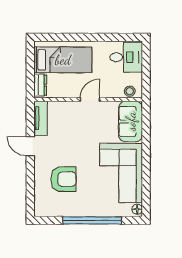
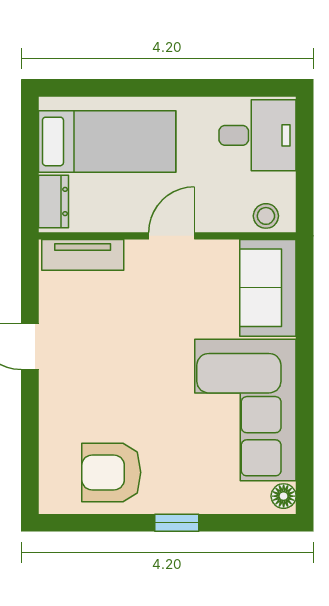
tv unit: (41, 118) -> (83, 255), moved, turned 90
armchair: (63, 179) -> (111, 472), moved, turned 180
window: (92, 220) -> (177, 523), width x0.32

